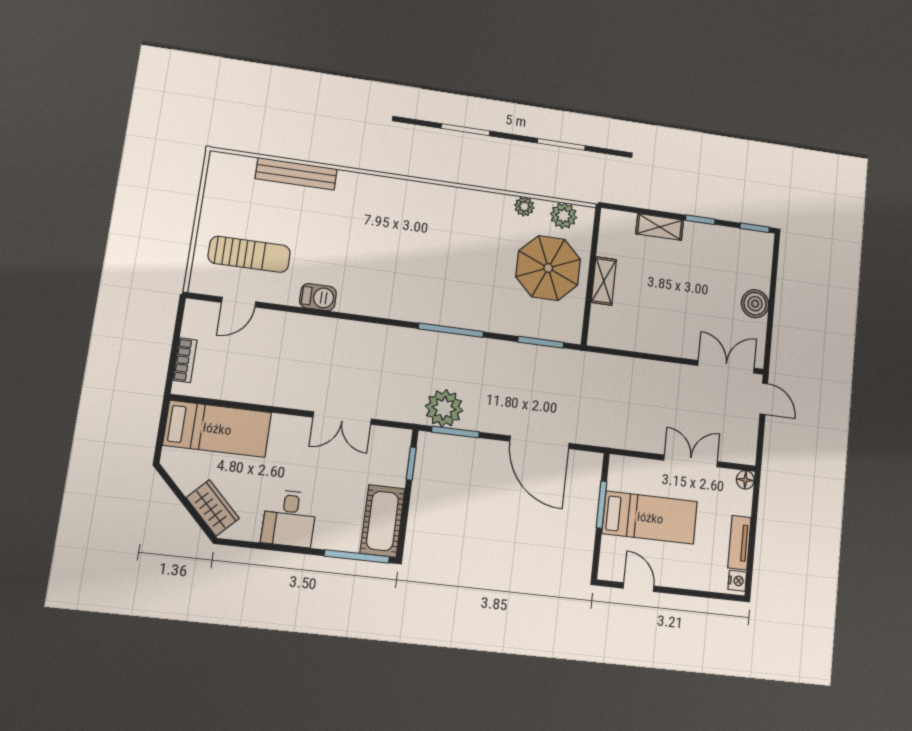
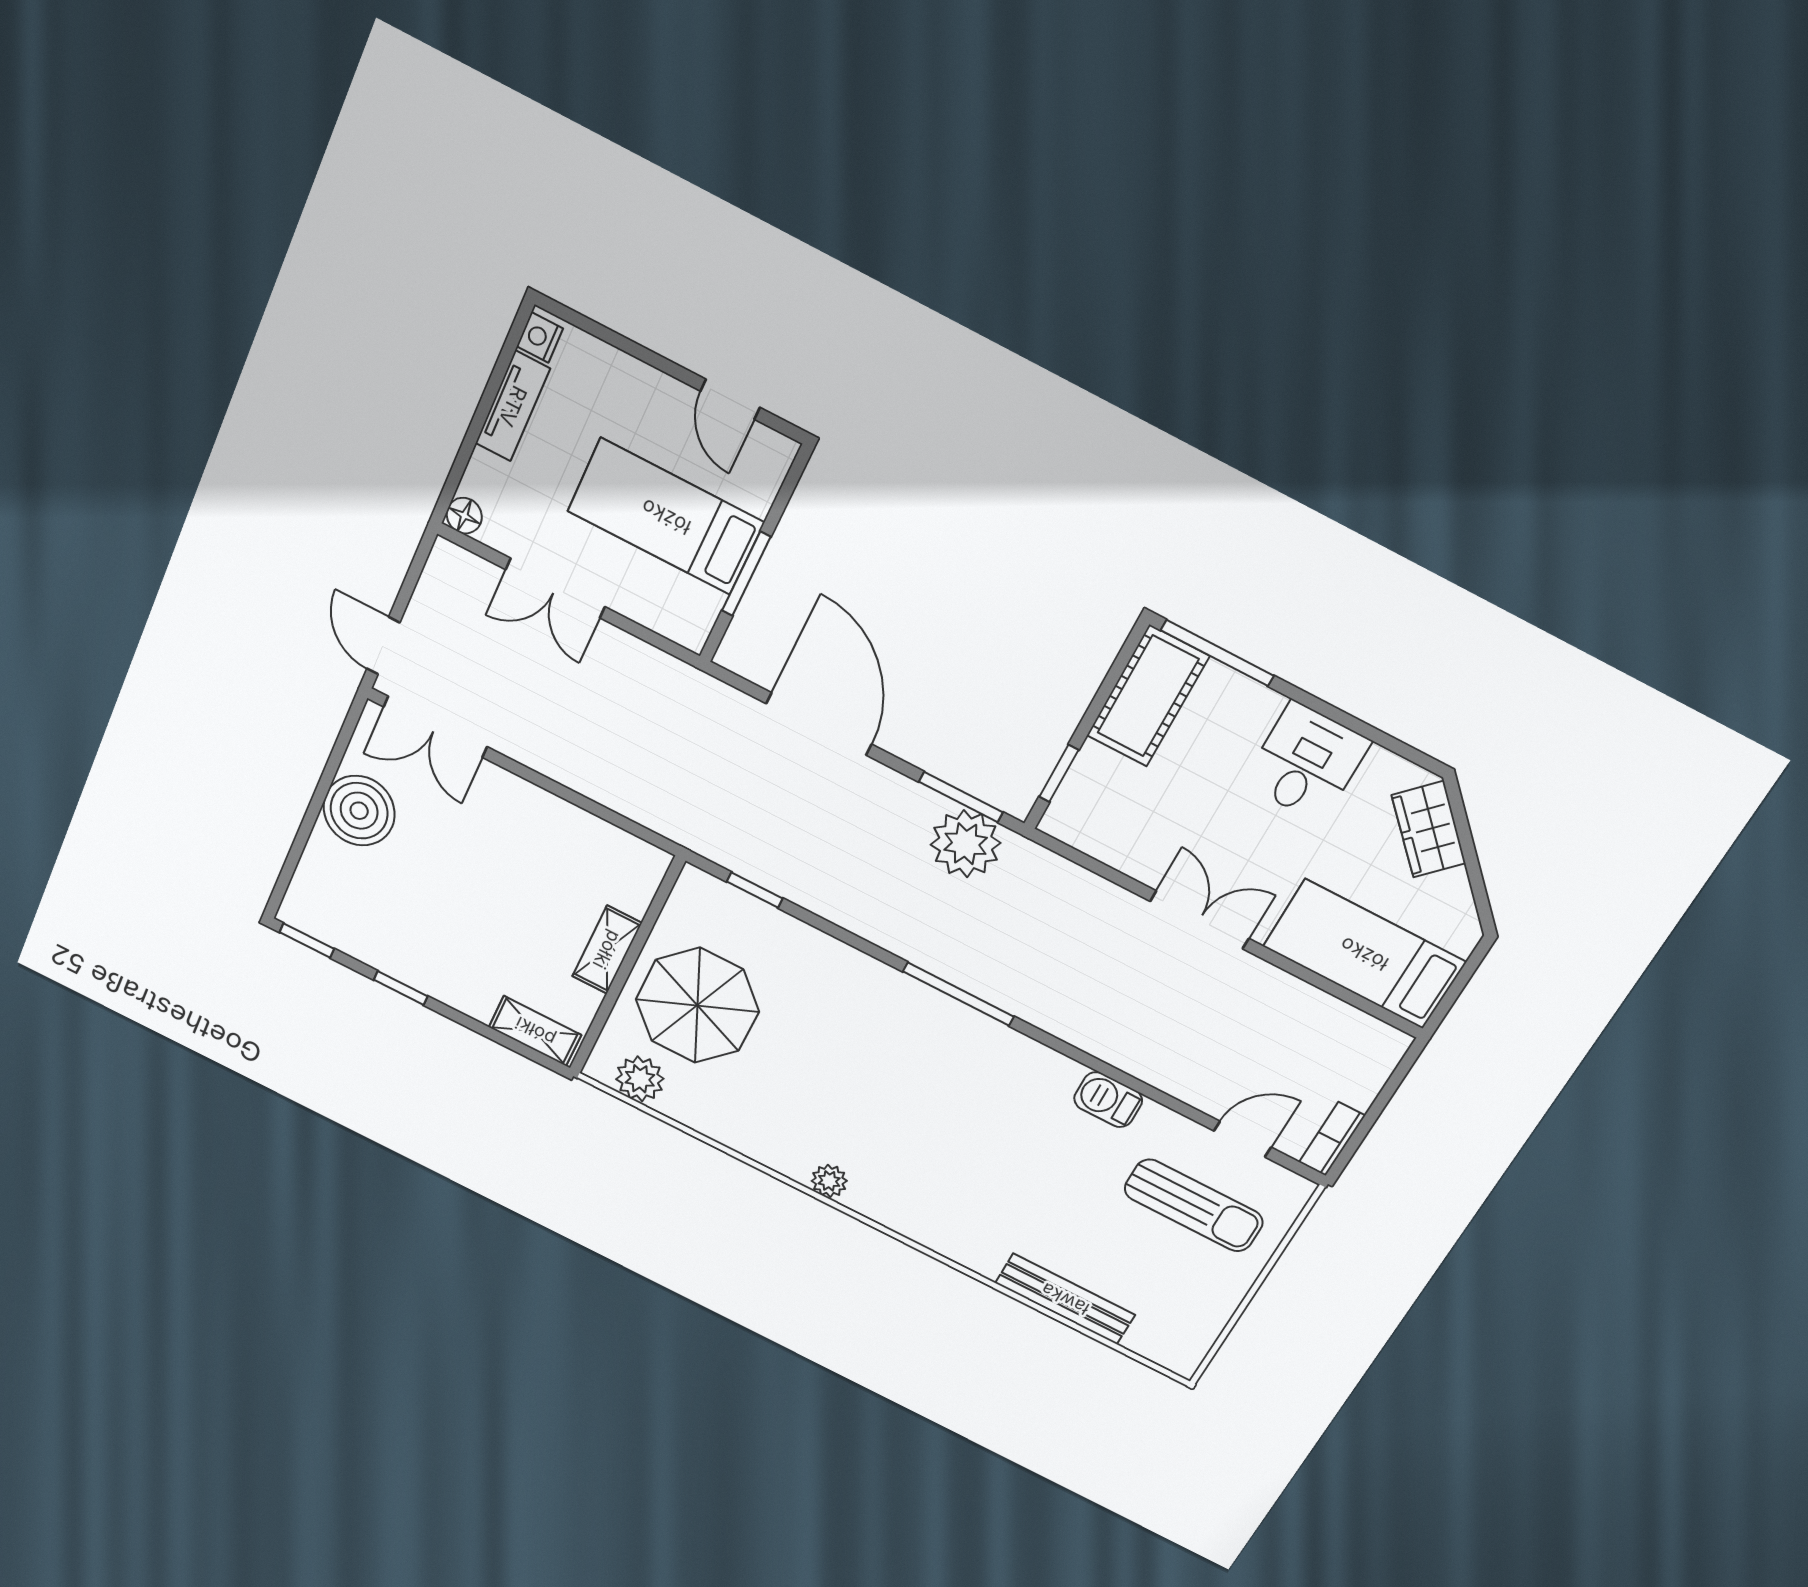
plant: (524, 206) -> (829, 1181), moved
shelving: (660, 227) -> (535, 1031), moved
sun lounger: (249, 254) -> (1194, 1205), turned 180
boiler: (755, 304) -> (359, 811), width x1.37, depth x1.37
window: (451, 330) -> (958, 994), moved
window: (541, 342) -> (755, 890), width x0.67
bookcase: (185, 360) -> (1332, 1139), moved
double door: (342, 418) -> (1200, 920), moved

